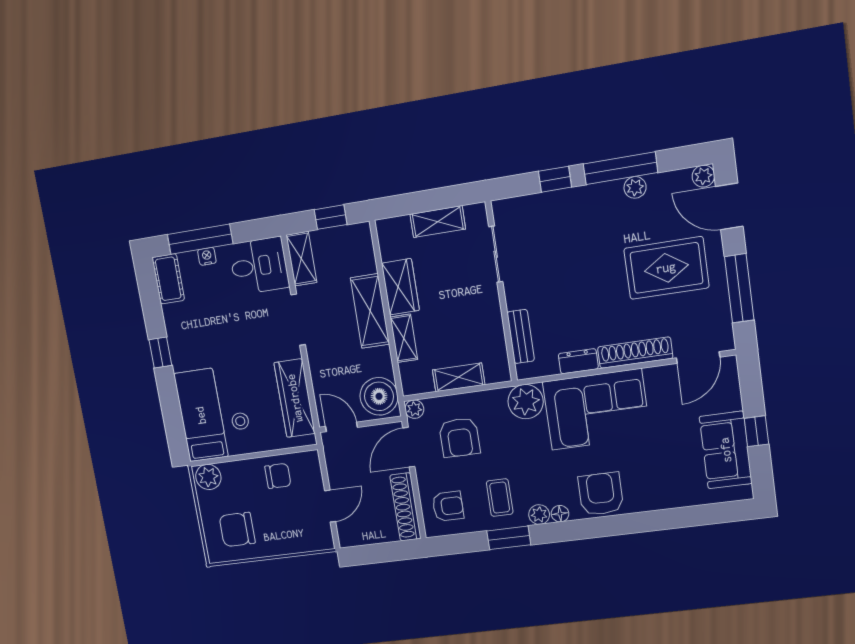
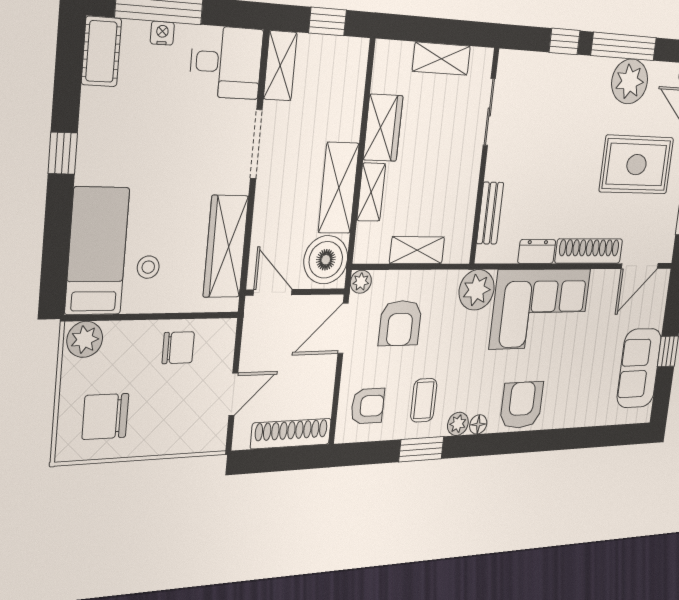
plant: (635, 187) -> (630, 81), width x1.88, depth x1.88
shelving: (370, 311) -> (339, 188), moved
shoe rack: (405, 507) -> (291, 434), moved, turned 90

